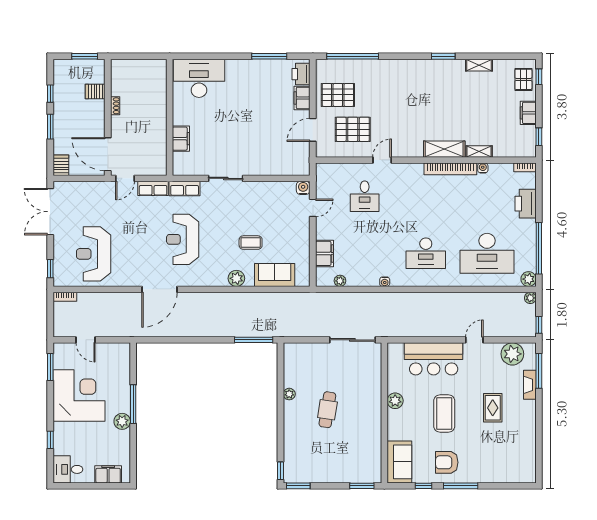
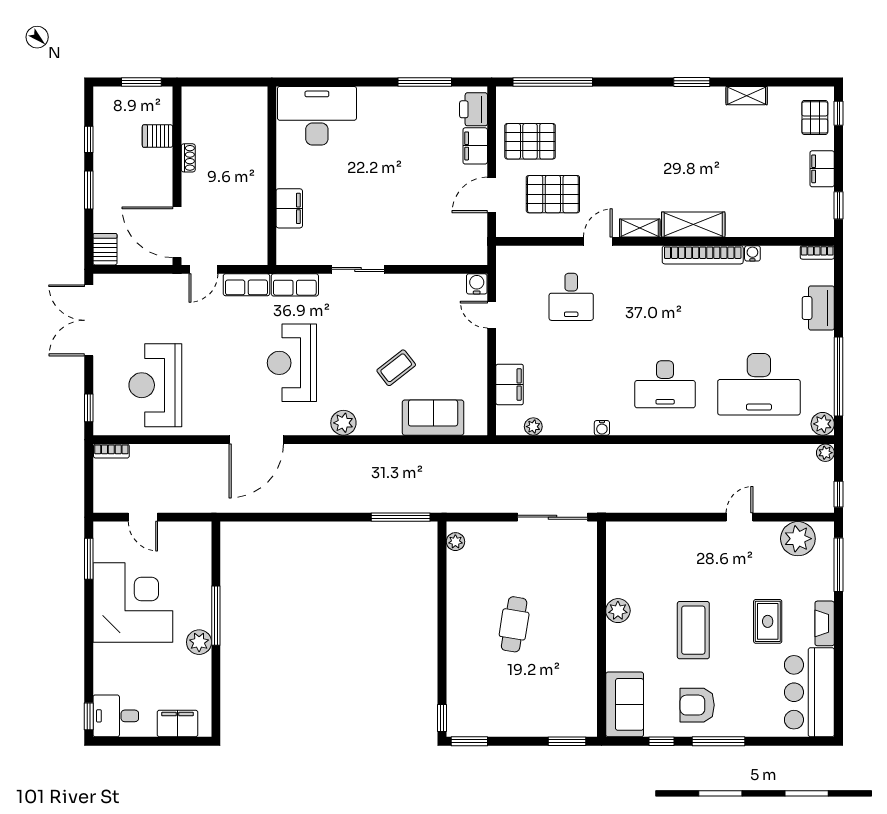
shelving: (479, 151) -> (640, 228), moved
door: (313, 208) -> (492, 315), swing flipped
coffee table: (251, 243) -> (396, 368), turned -38
plant: (236, 278) -> (343, 423), moved
bar counter: (434, 359) -> (809, 692), moved, turned 90
fireplace: (530, 385) -> (825, 623), moved
plant: (289, 394) -> (455, 542), moved
window: (50, 440) -> (89, 716), moved

